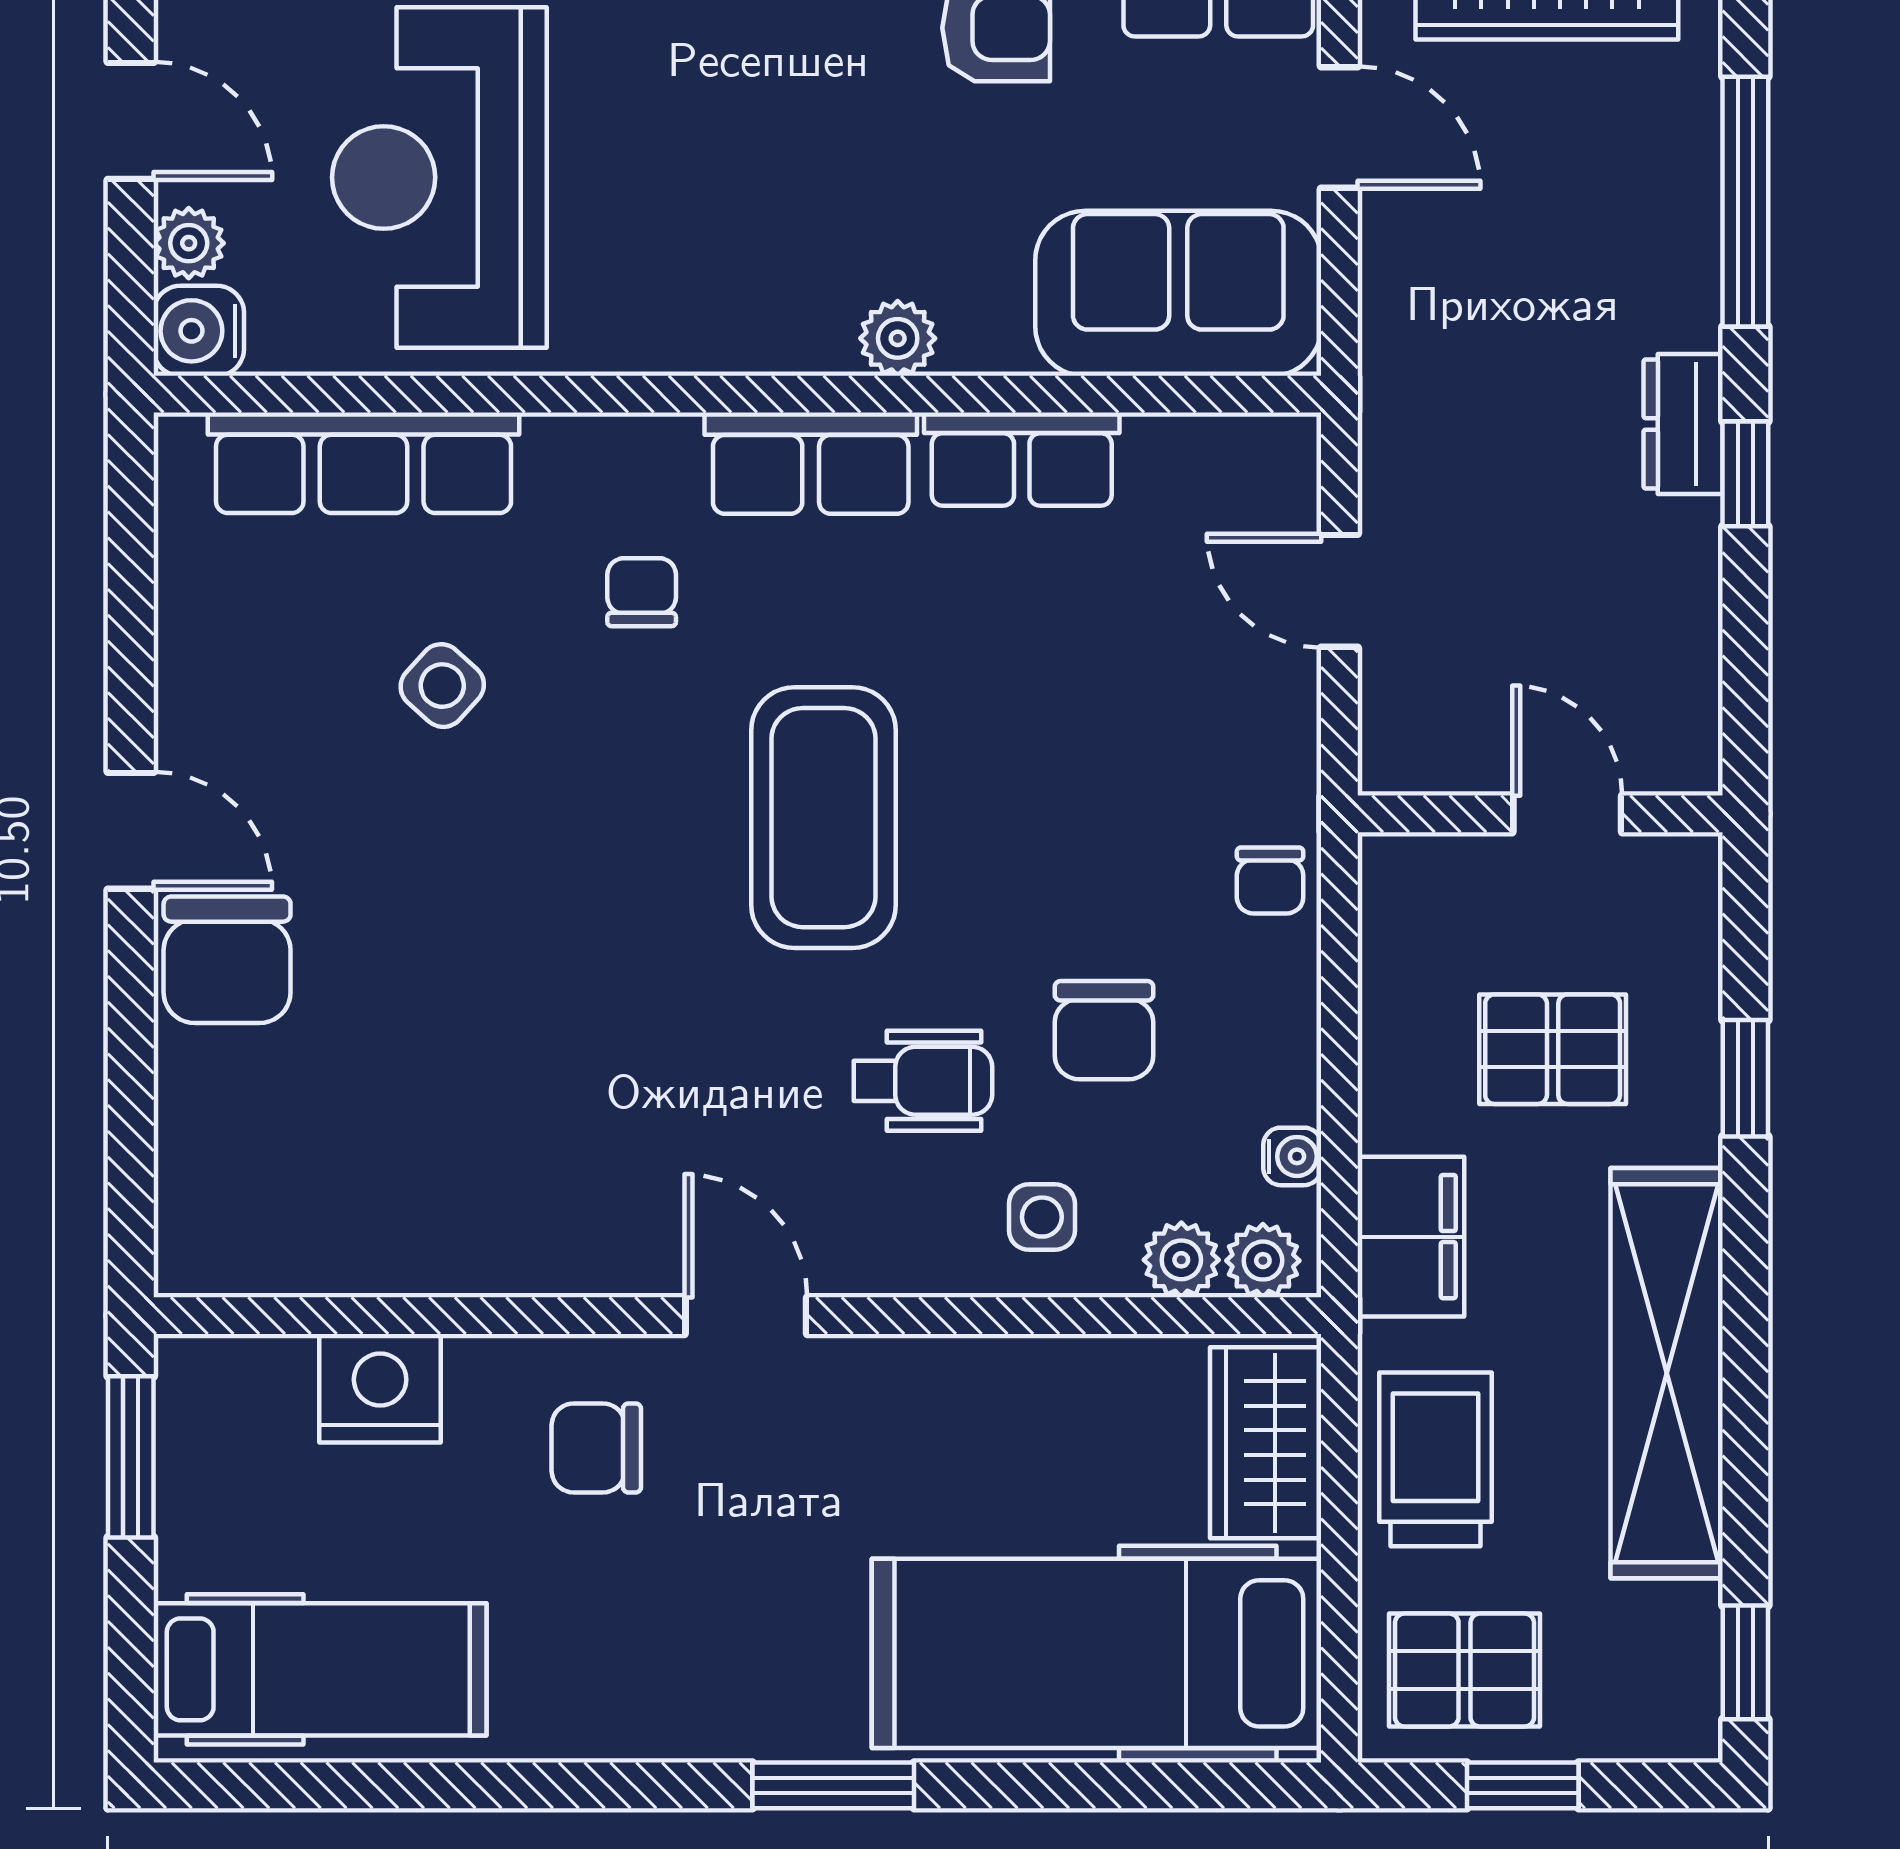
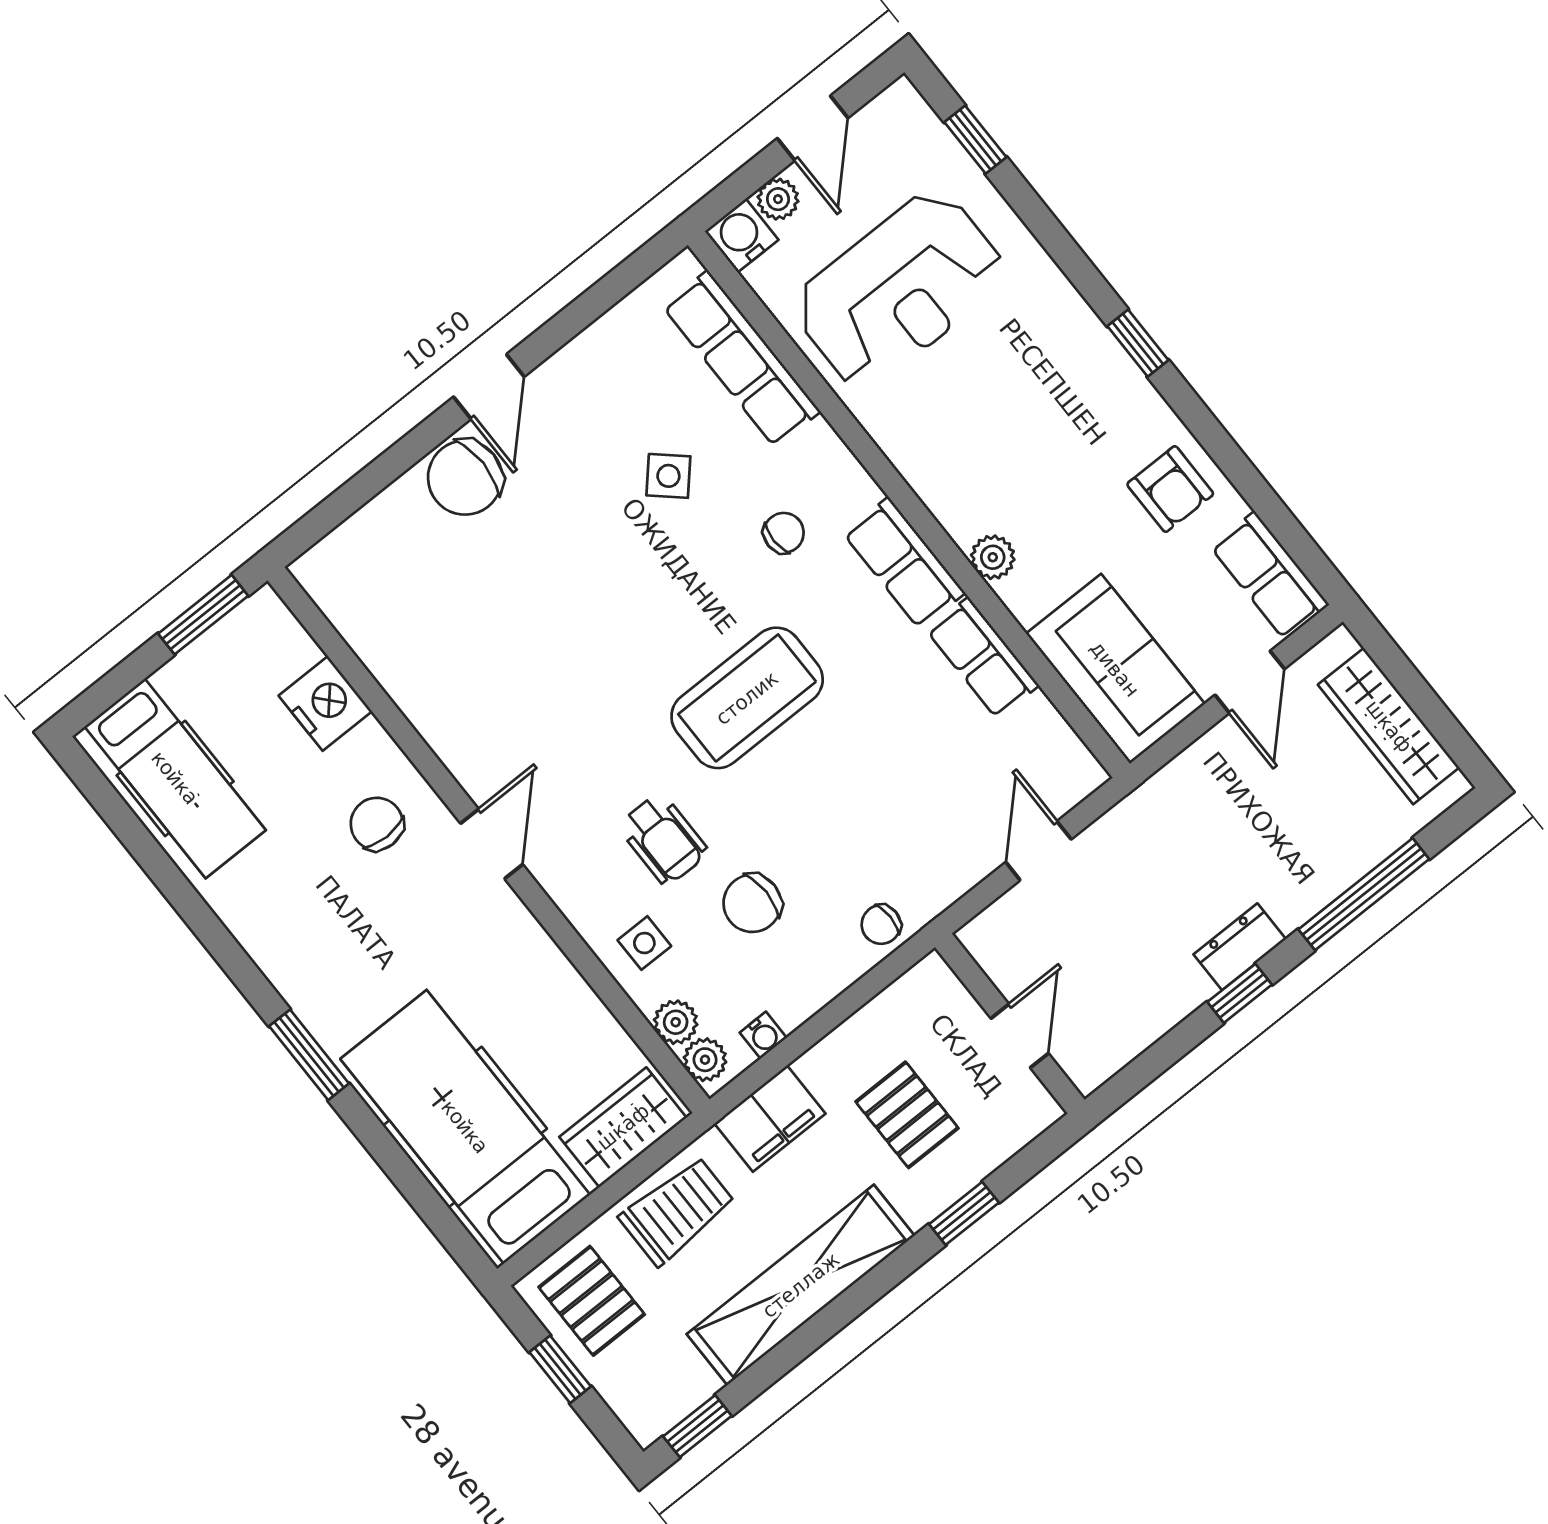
reception desk: (439, 177) -> (899, 290), turned 180

